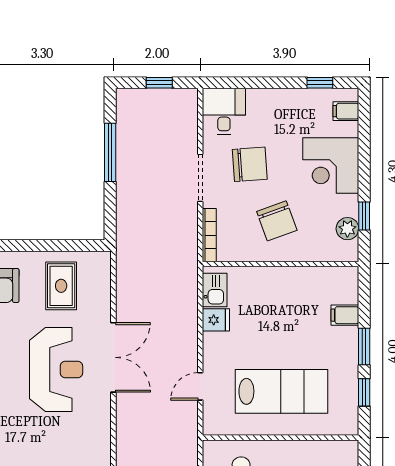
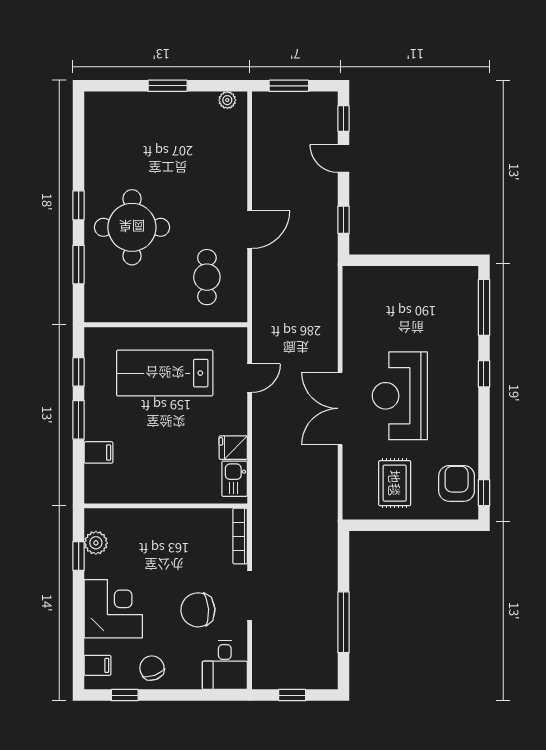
chair: (277, 221) -> (152, 668), moved, width x0.73, depth x0.73

